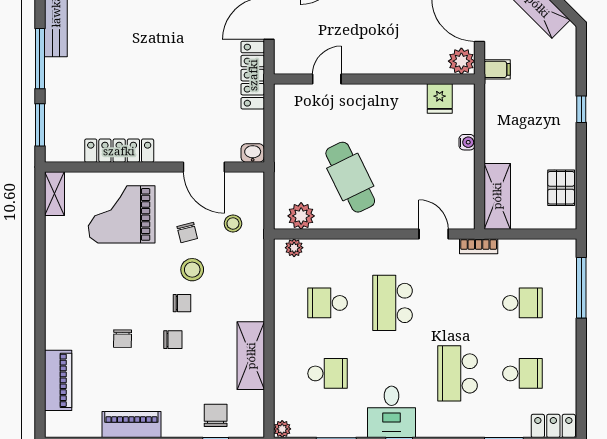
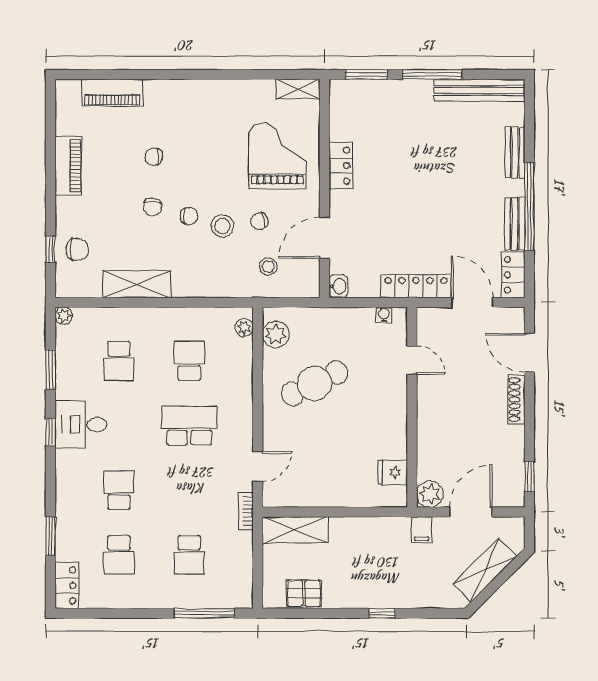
water cooler: (467, 142) -> (384, 315), moved, turned 180
locker: (119, 151) -> (341, 166), width x0.66
chair: (182, 303) -> (189, 216), turned -90
school desk: (458, 373) -> (119, 490), width x0.54

